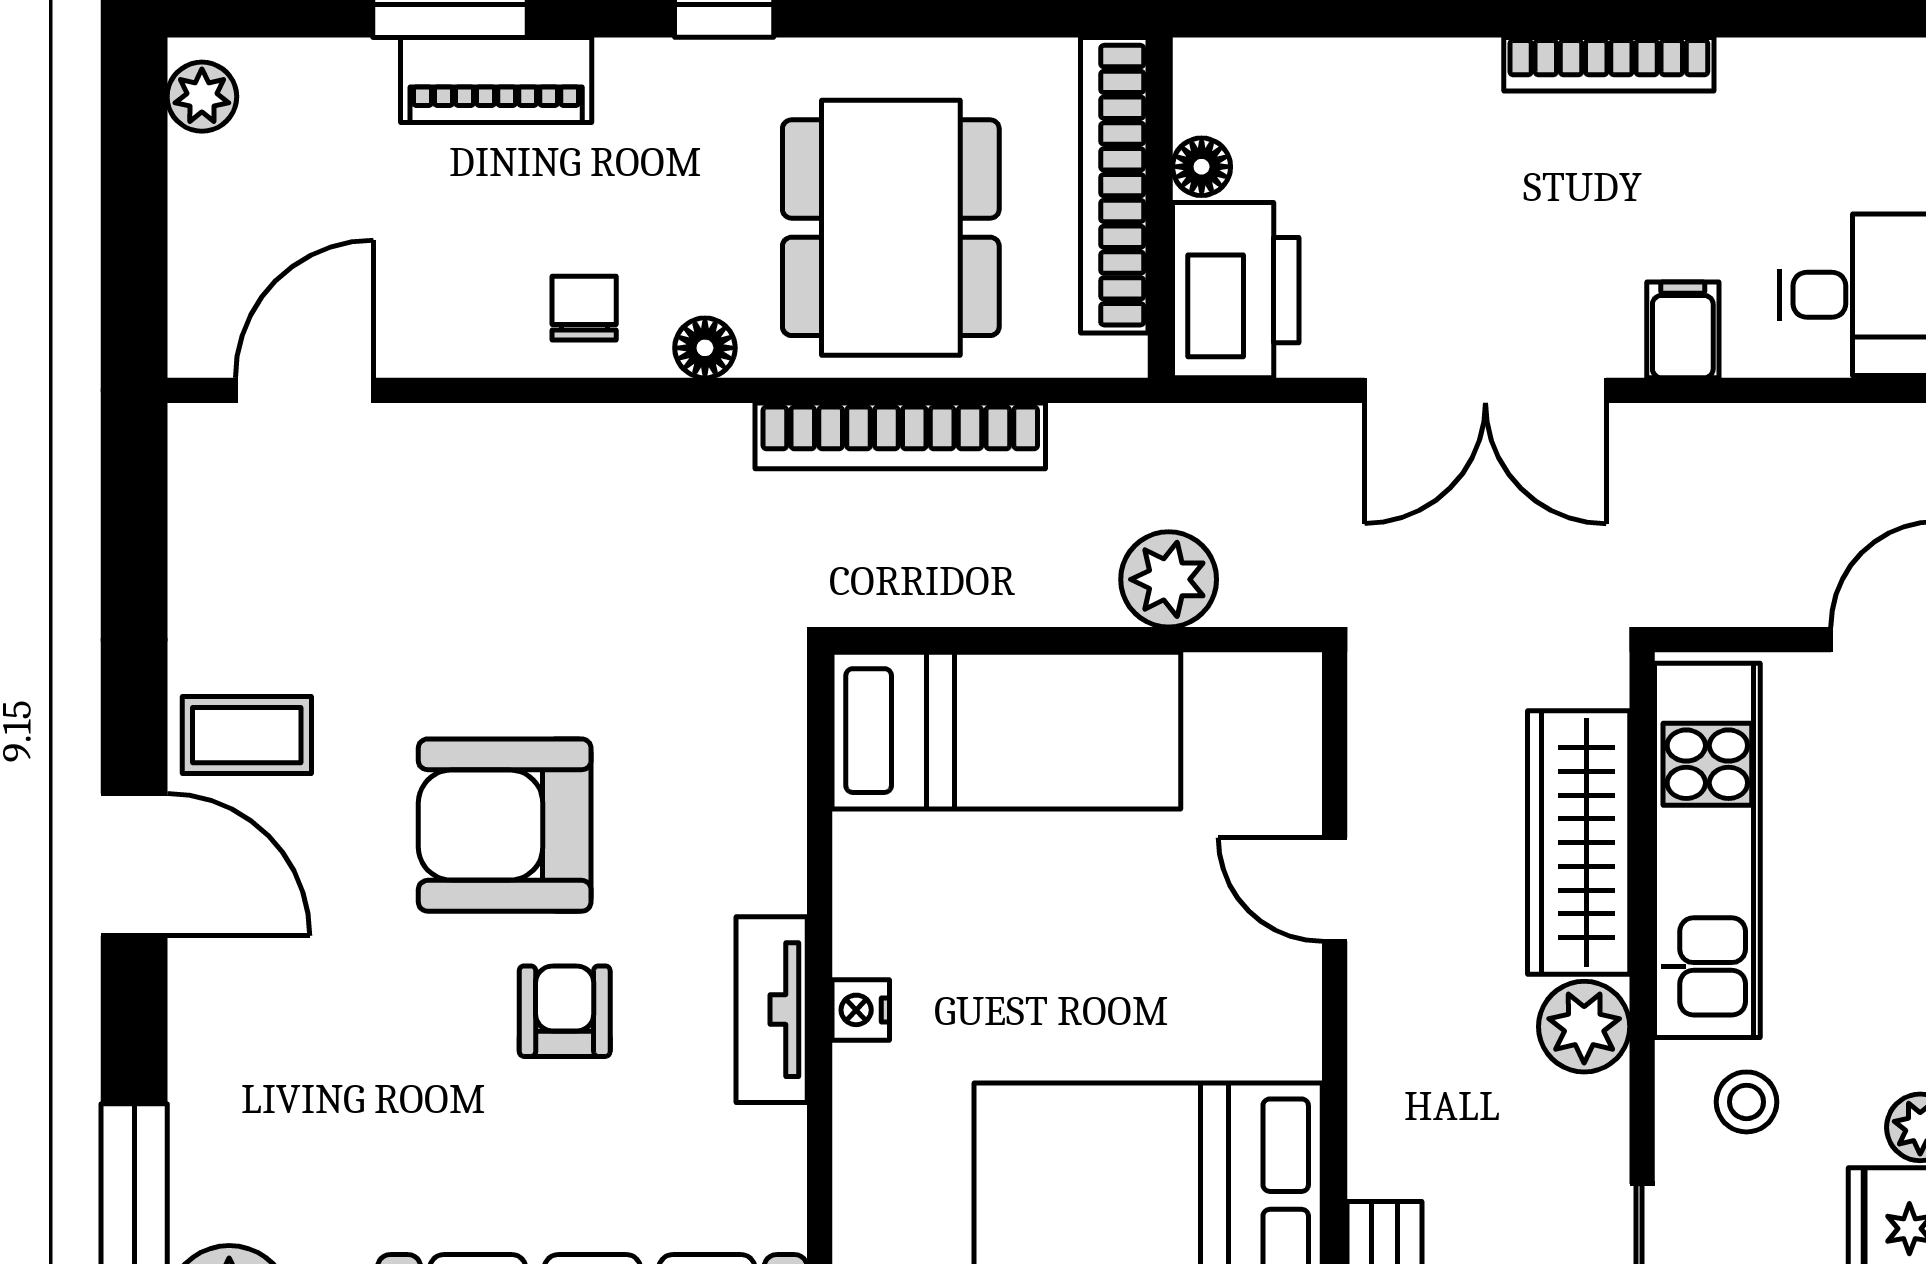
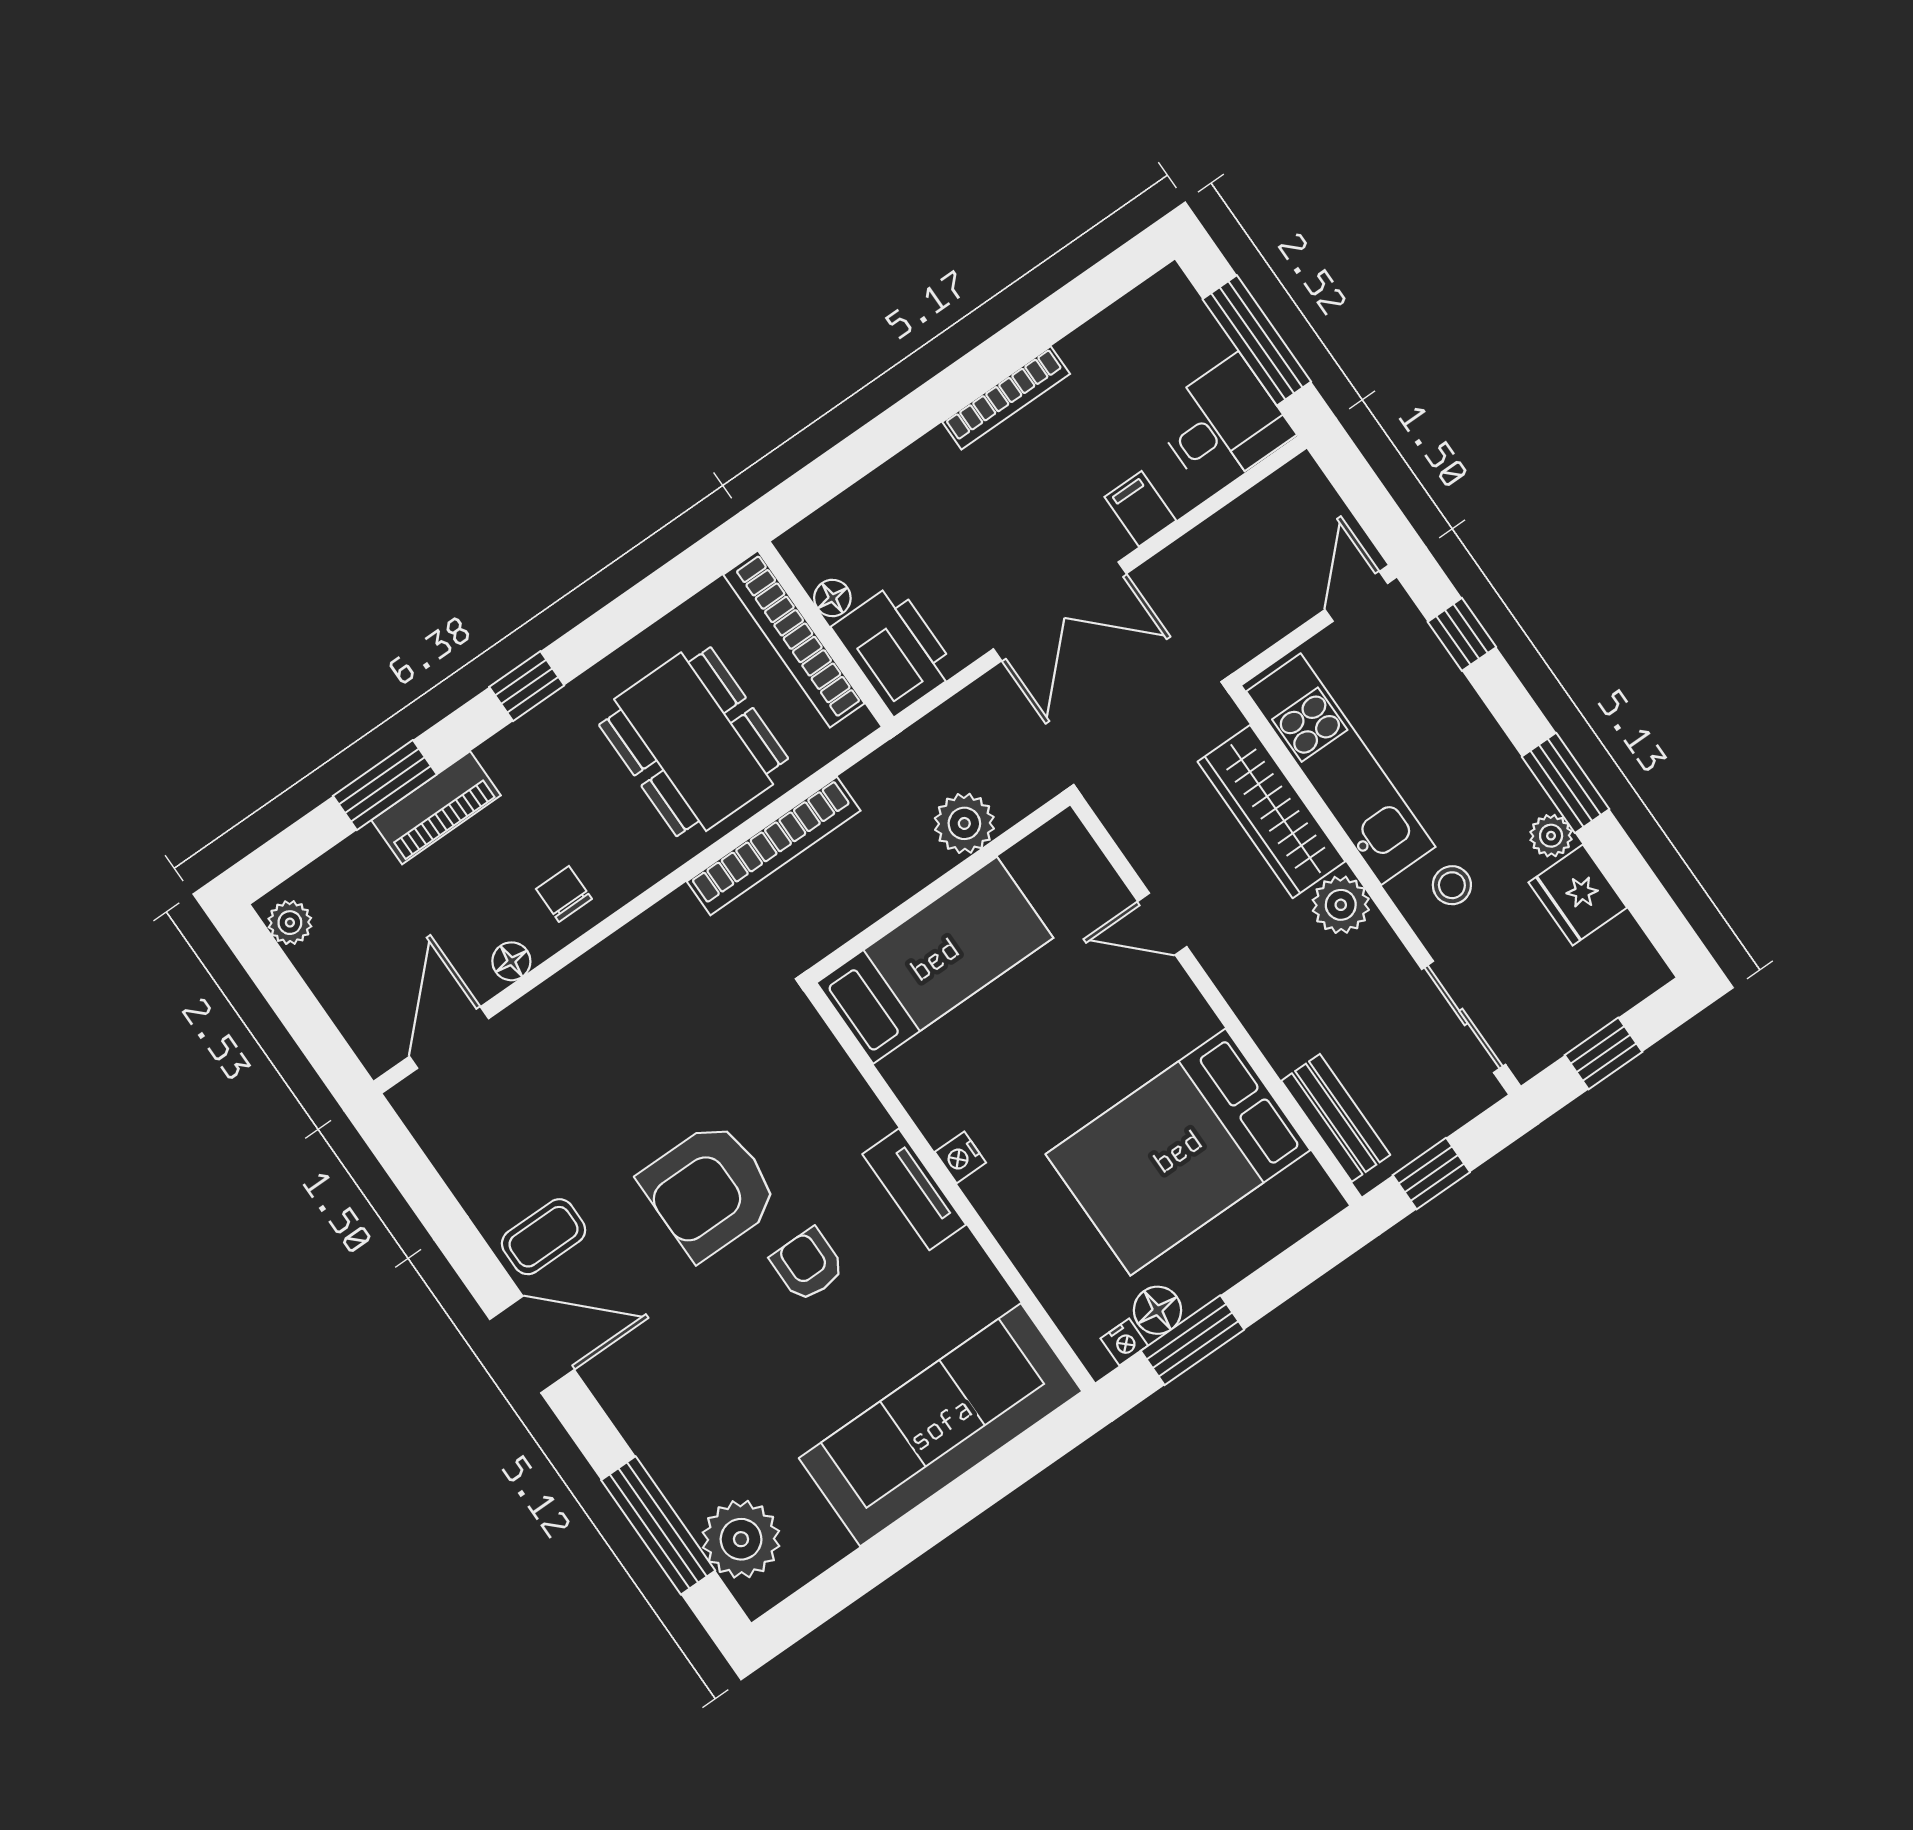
floor lamp: (705, 348) -> (511, 961), moved

